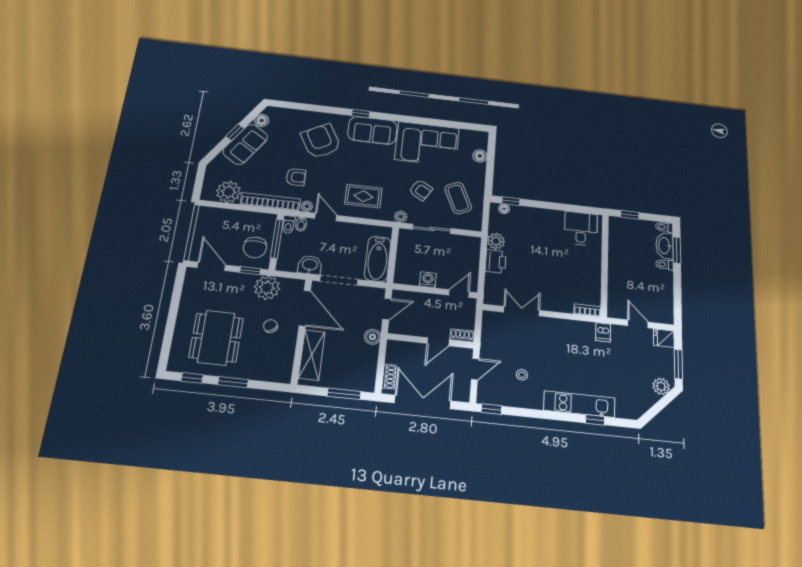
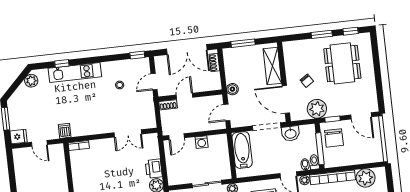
chair: (255, 247) -> (334, 138), turned 180
plant: (661, 386) -> (31, 81), moved

